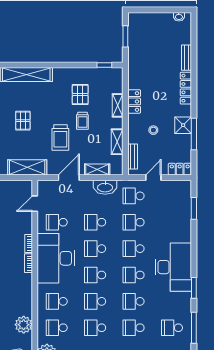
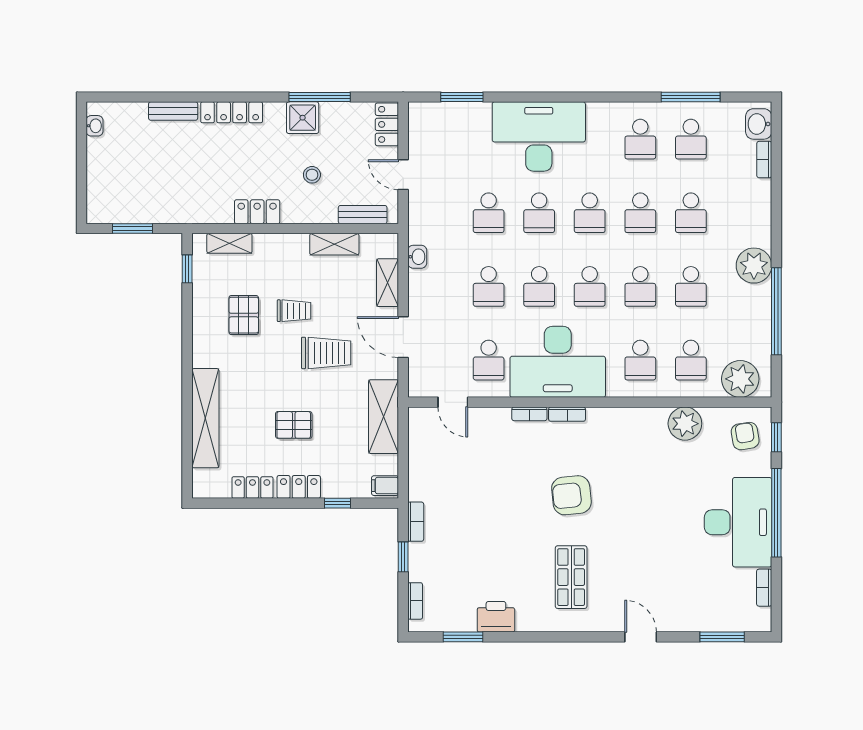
pallet: (80, 94) -> (244, 315), turned 90
shelving: (118, 105) -> (229, 243), moved
washbasin: (105, 187) -> (417, 257), width x0.52, depth x0.69
school desk: (134, 196) -> (640, 139), moved
desk: (173, 267) -> (539, 136), moved
window: (194, 288) -> (614, 97), removed

